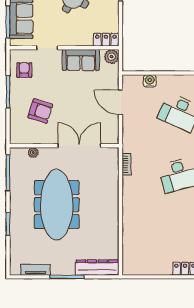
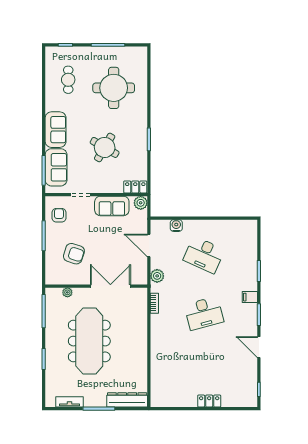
plant: (129, 135) -> (157, 276), added

